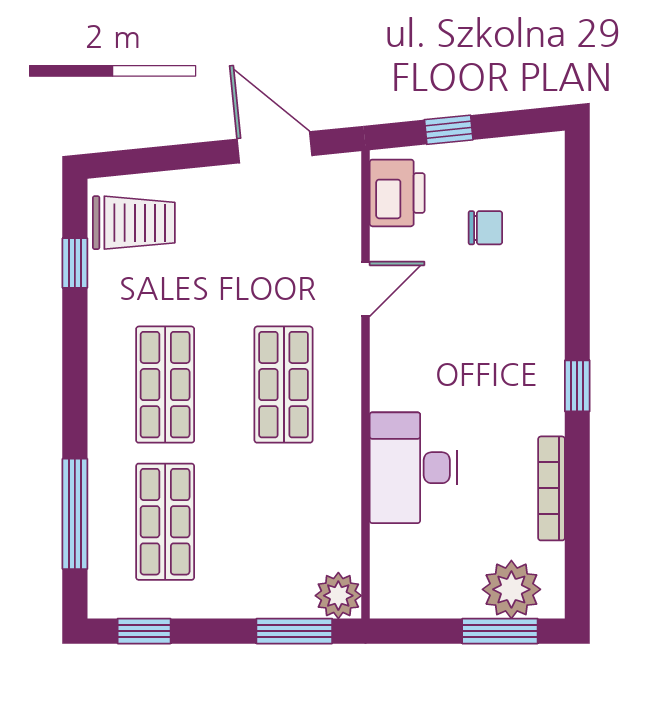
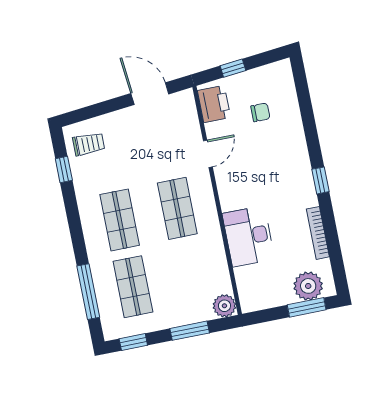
trolley: (134, 223) -> (89, 144), width x0.73, depth x0.72
window: (294, 631) -> (190, 331), moved

